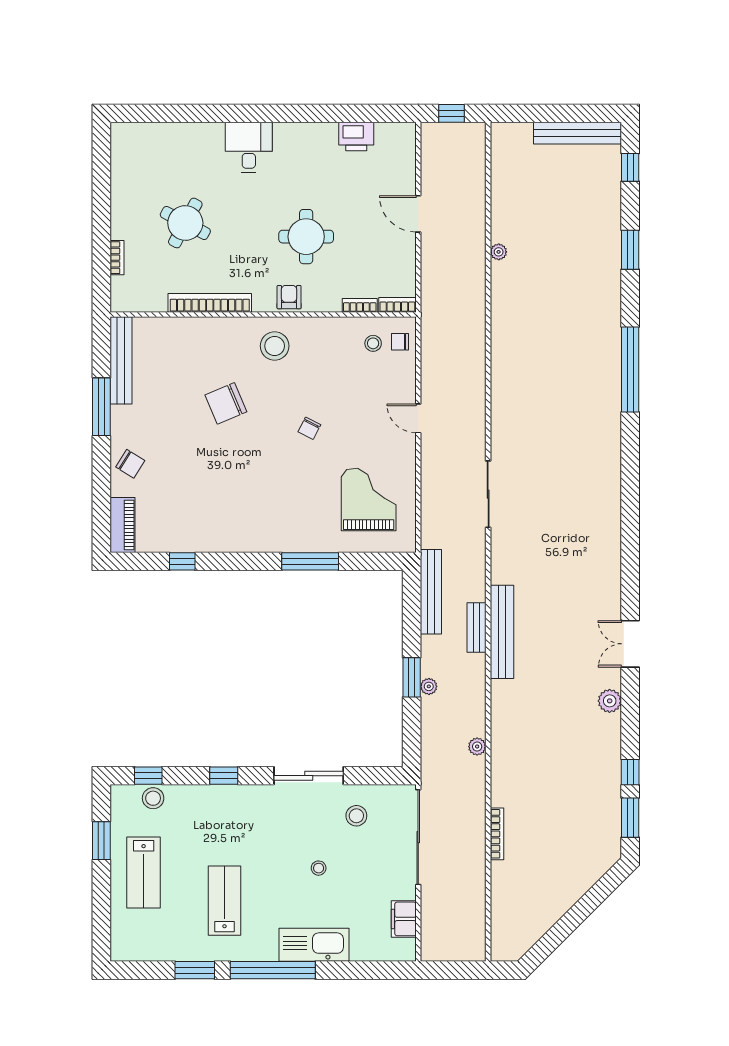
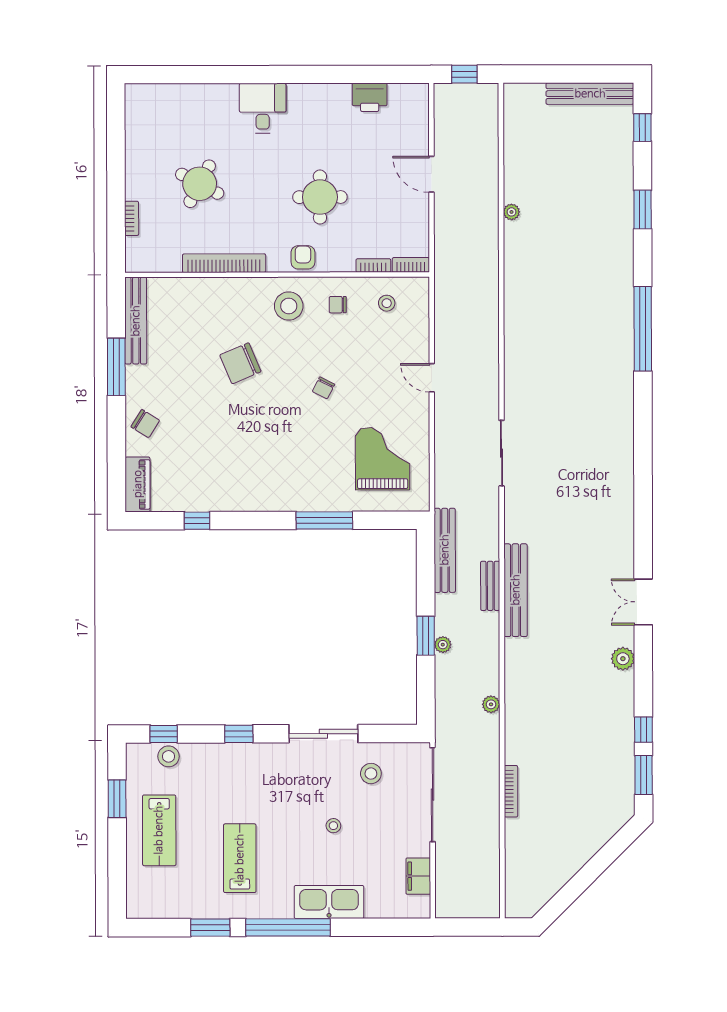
chair: (400, 342) -> (338, 305), moved

